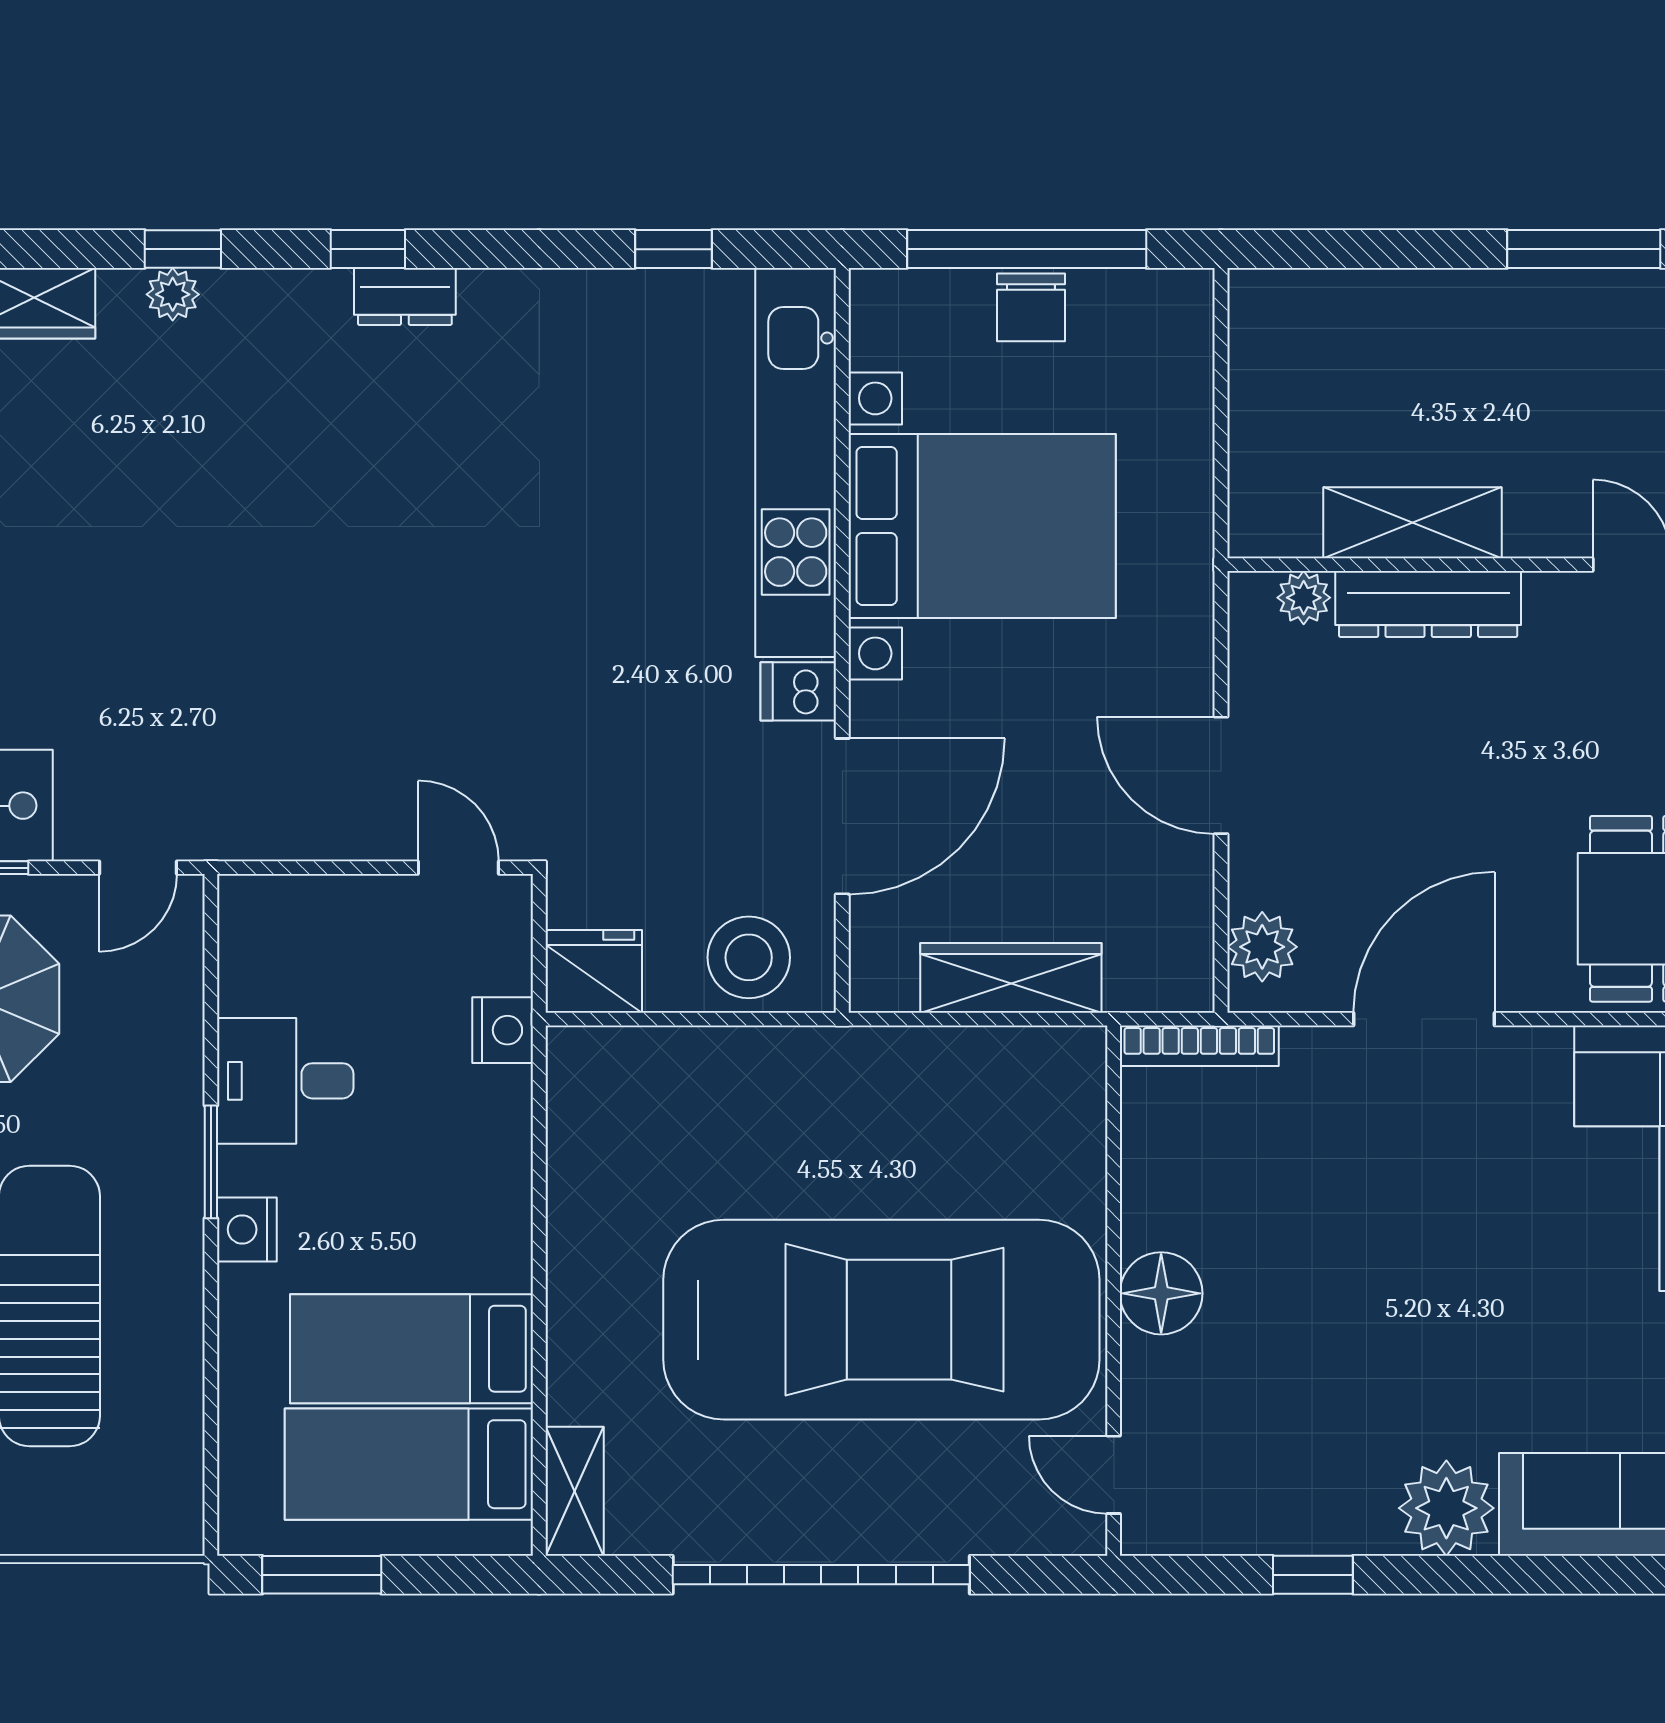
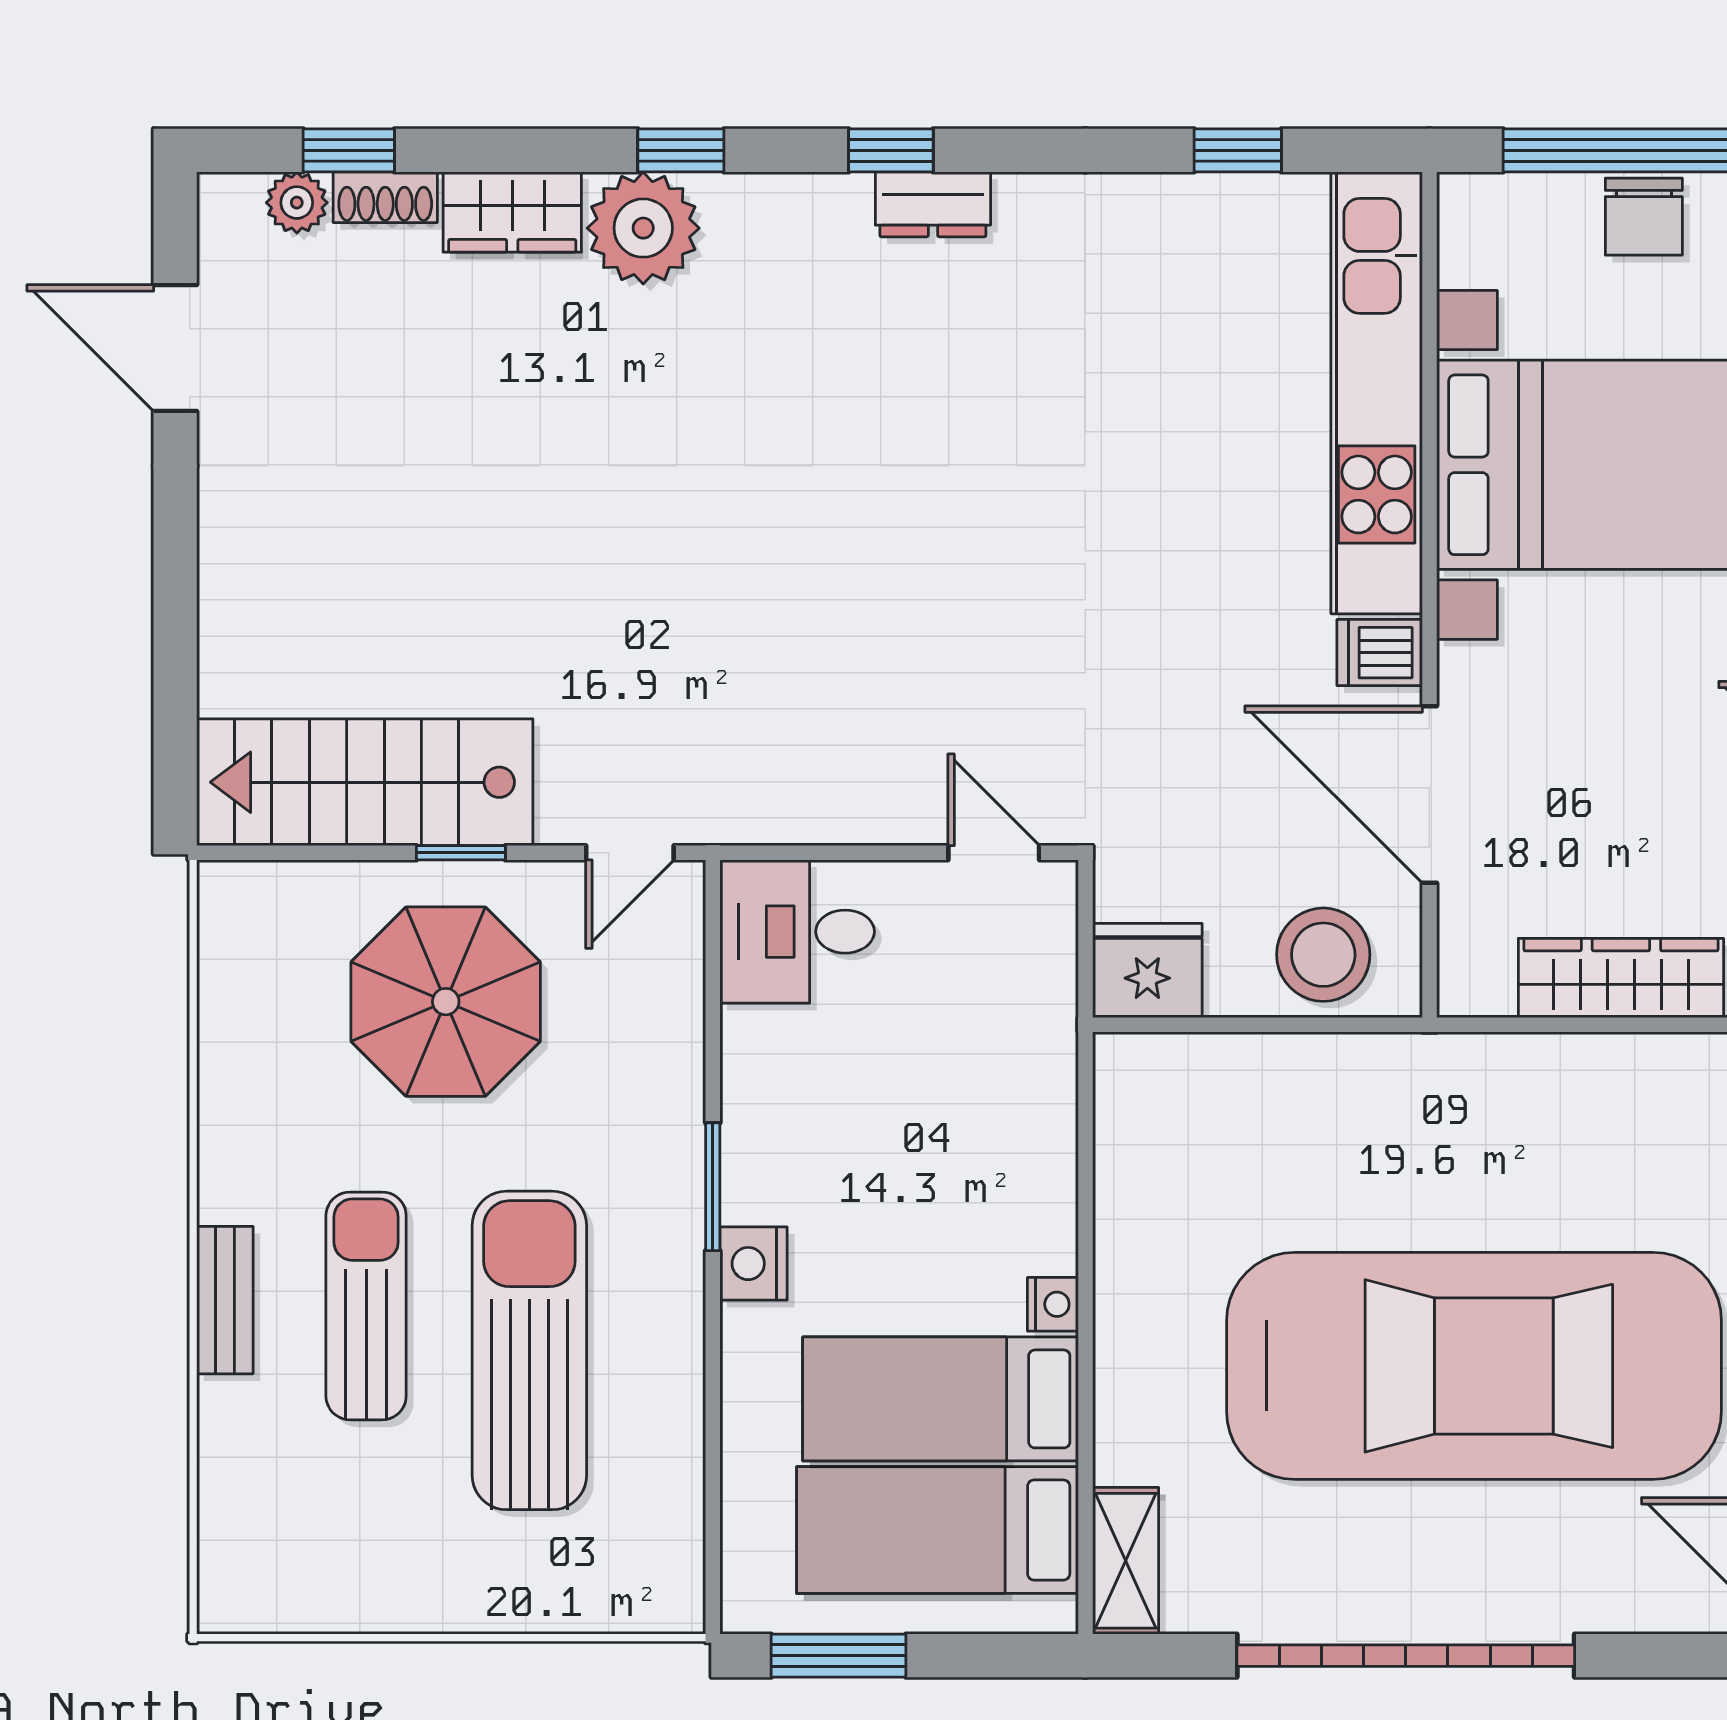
plant: (173, 294) -> (643, 228), width x1.87, depth x1.87
door: (842, 816) -> (1429, 795), swing flipped
nightstand: (503, 1030) -> (1053, 1304), moved, width x0.72, depth x0.74
desk: (285, 1081) -> (797, 932), moved

